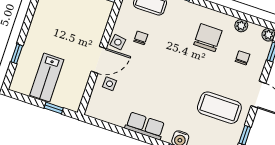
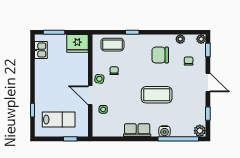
chair: (208, 38) -> (160, 55), turned -90
door: (99, 60) -> (90, 95), swing flipped
lab bench: (47, 78) -> (59, 120), turned -90
coffee table: (219, 108) -> (157, 95), moved

